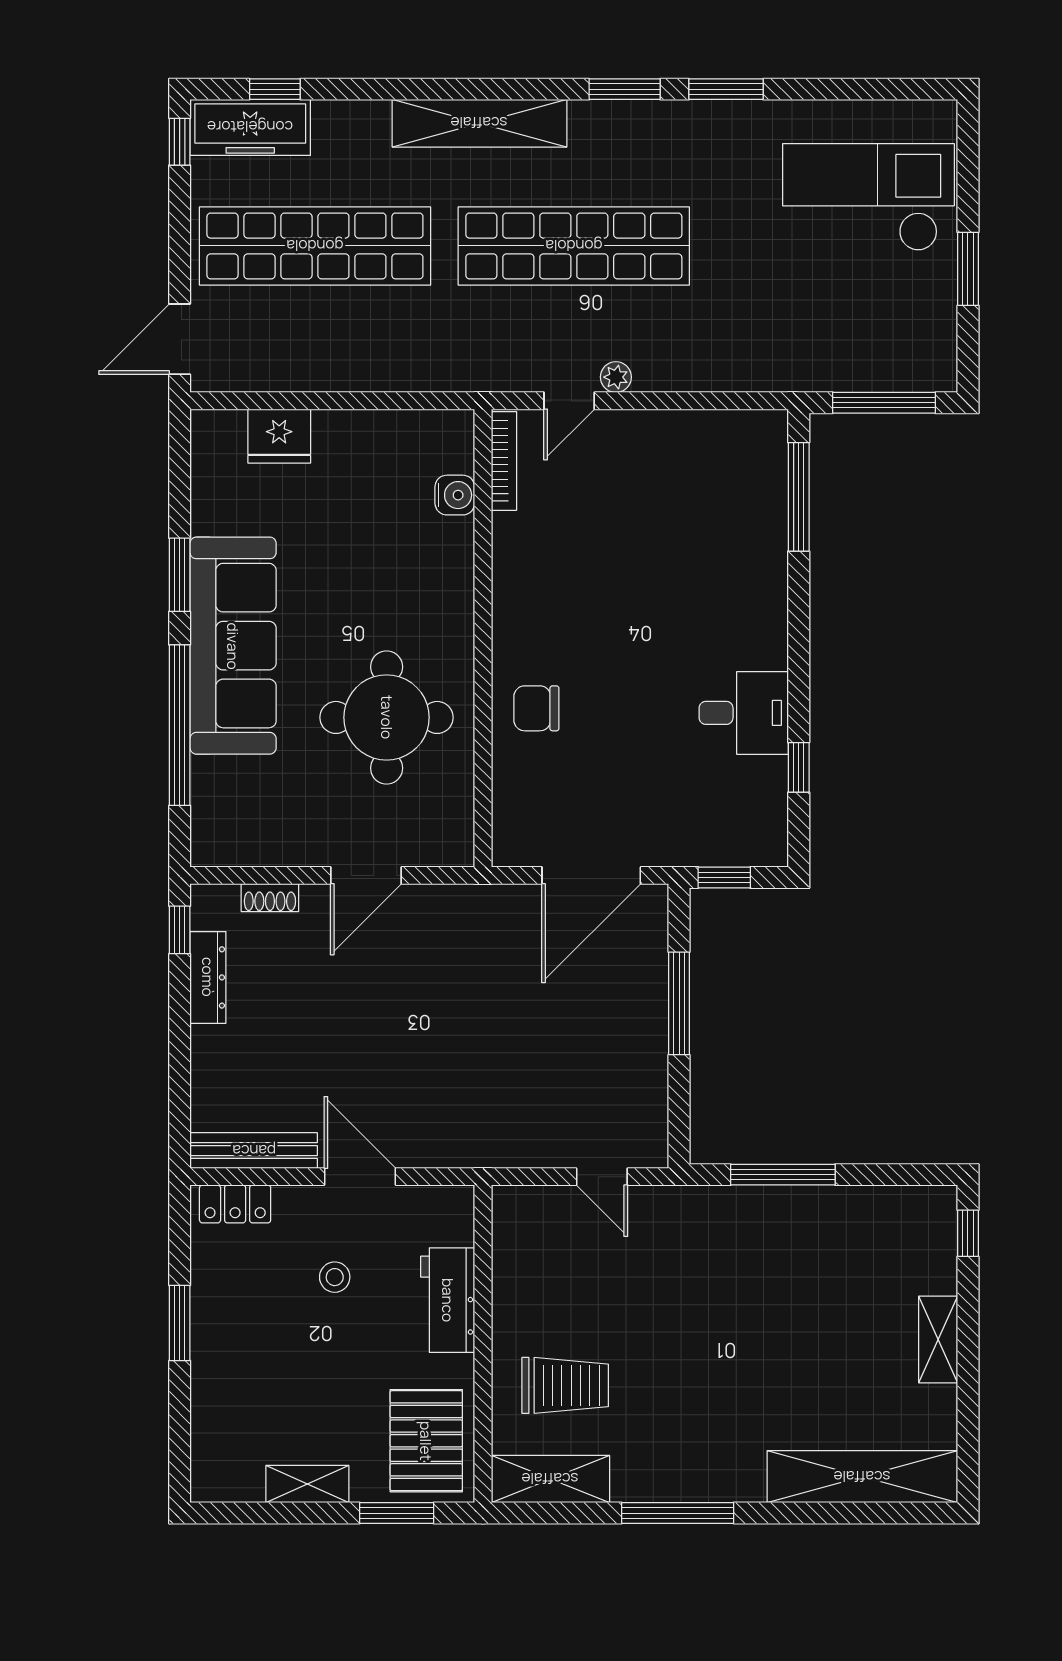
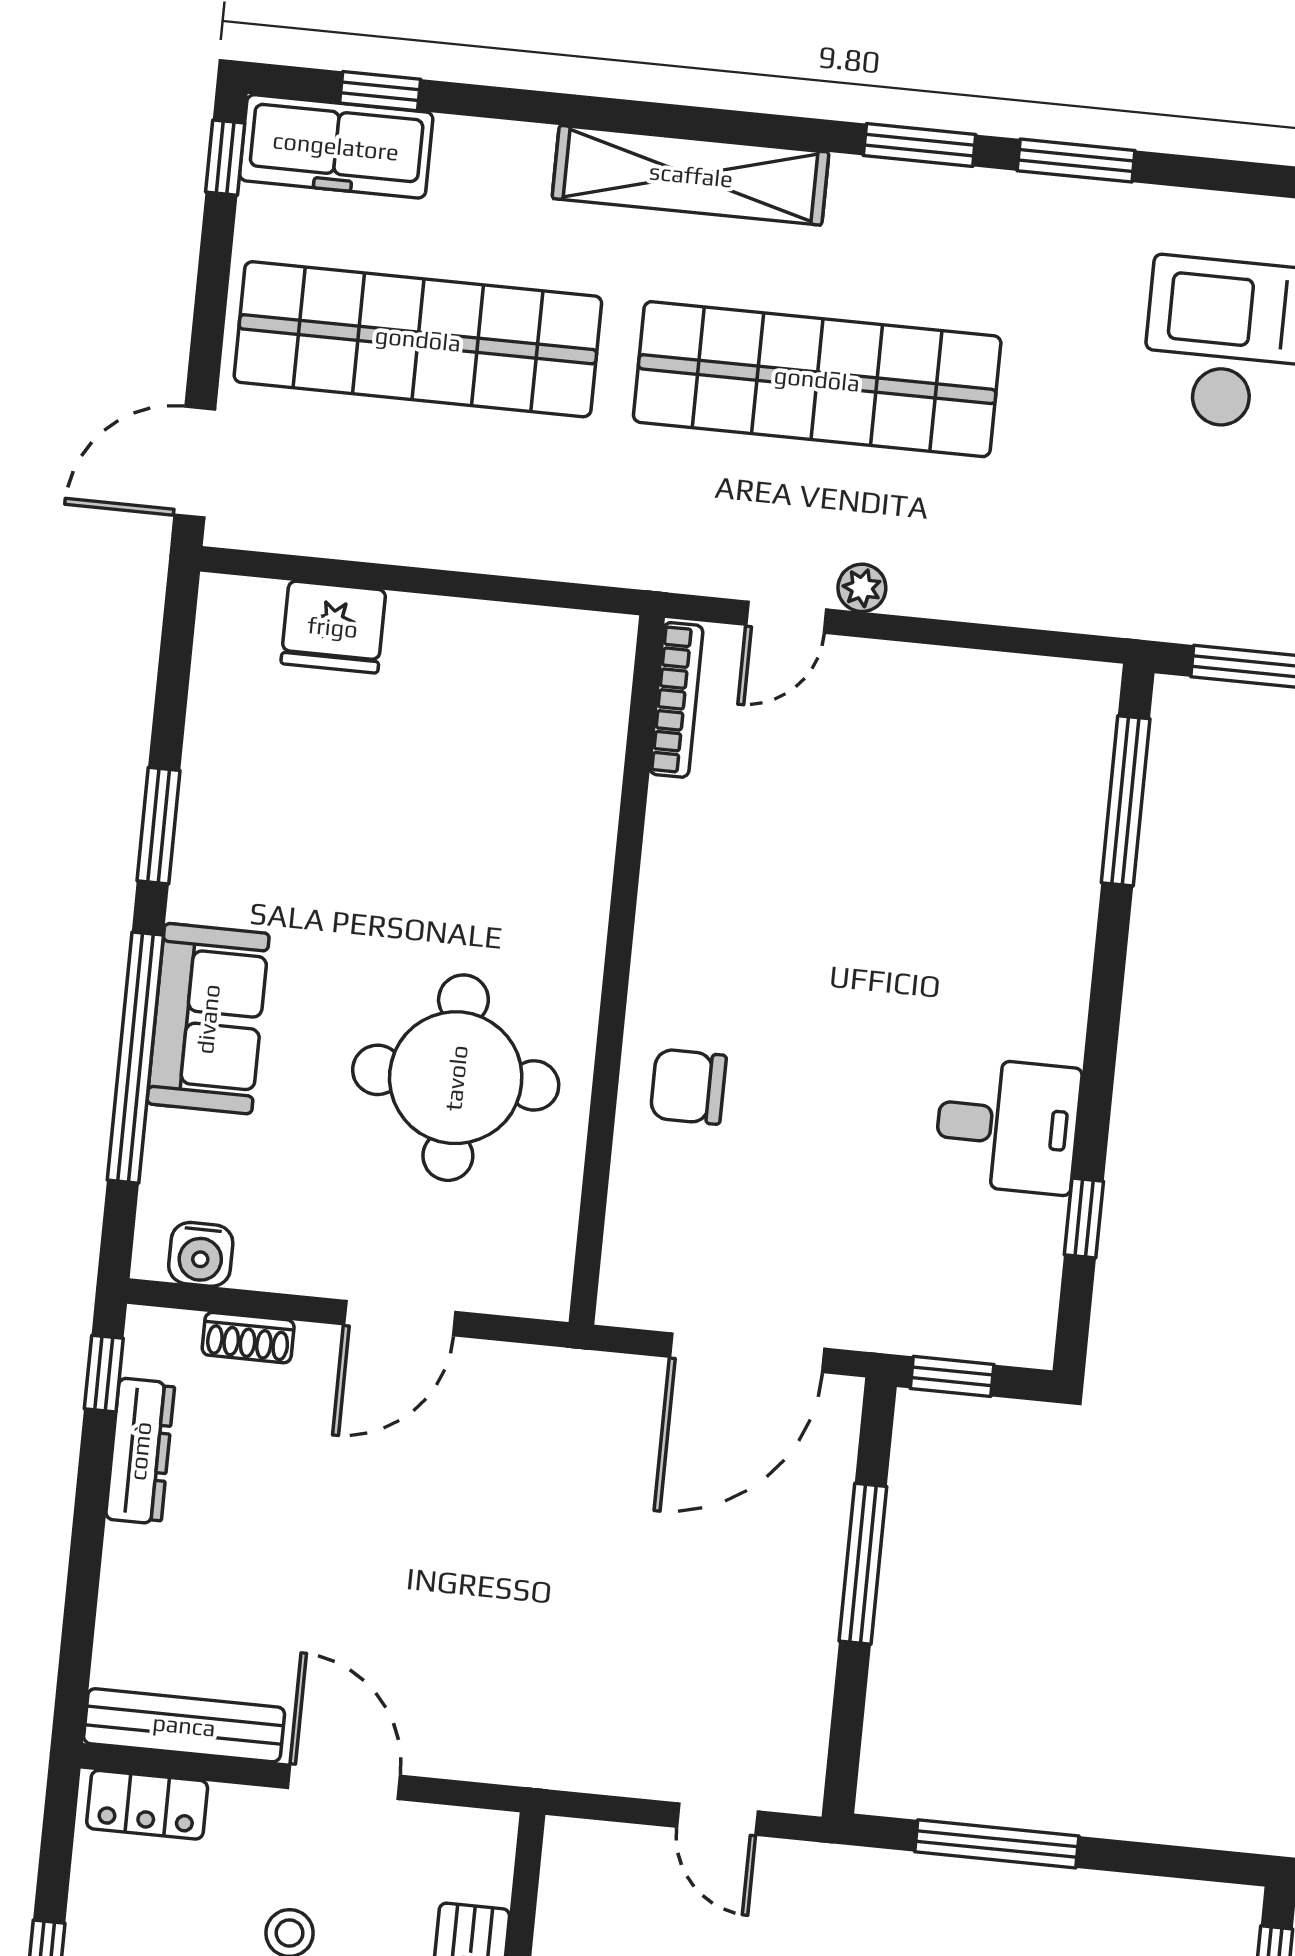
water cooler: (455, 495) -> (201, 1254), moved, turned 90
sofa: (233, 646) -> (208, 1019), width x0.54, depth x0.79

